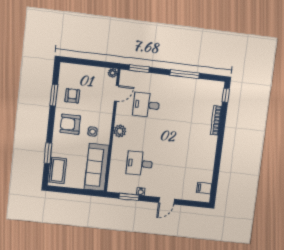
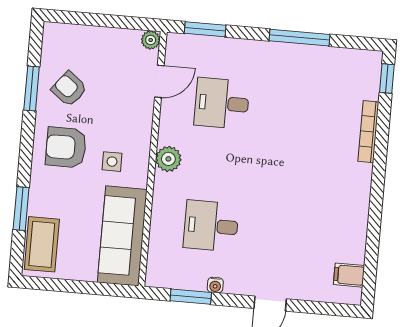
armchair: (72, 96) -> (69, 89), turned -52

